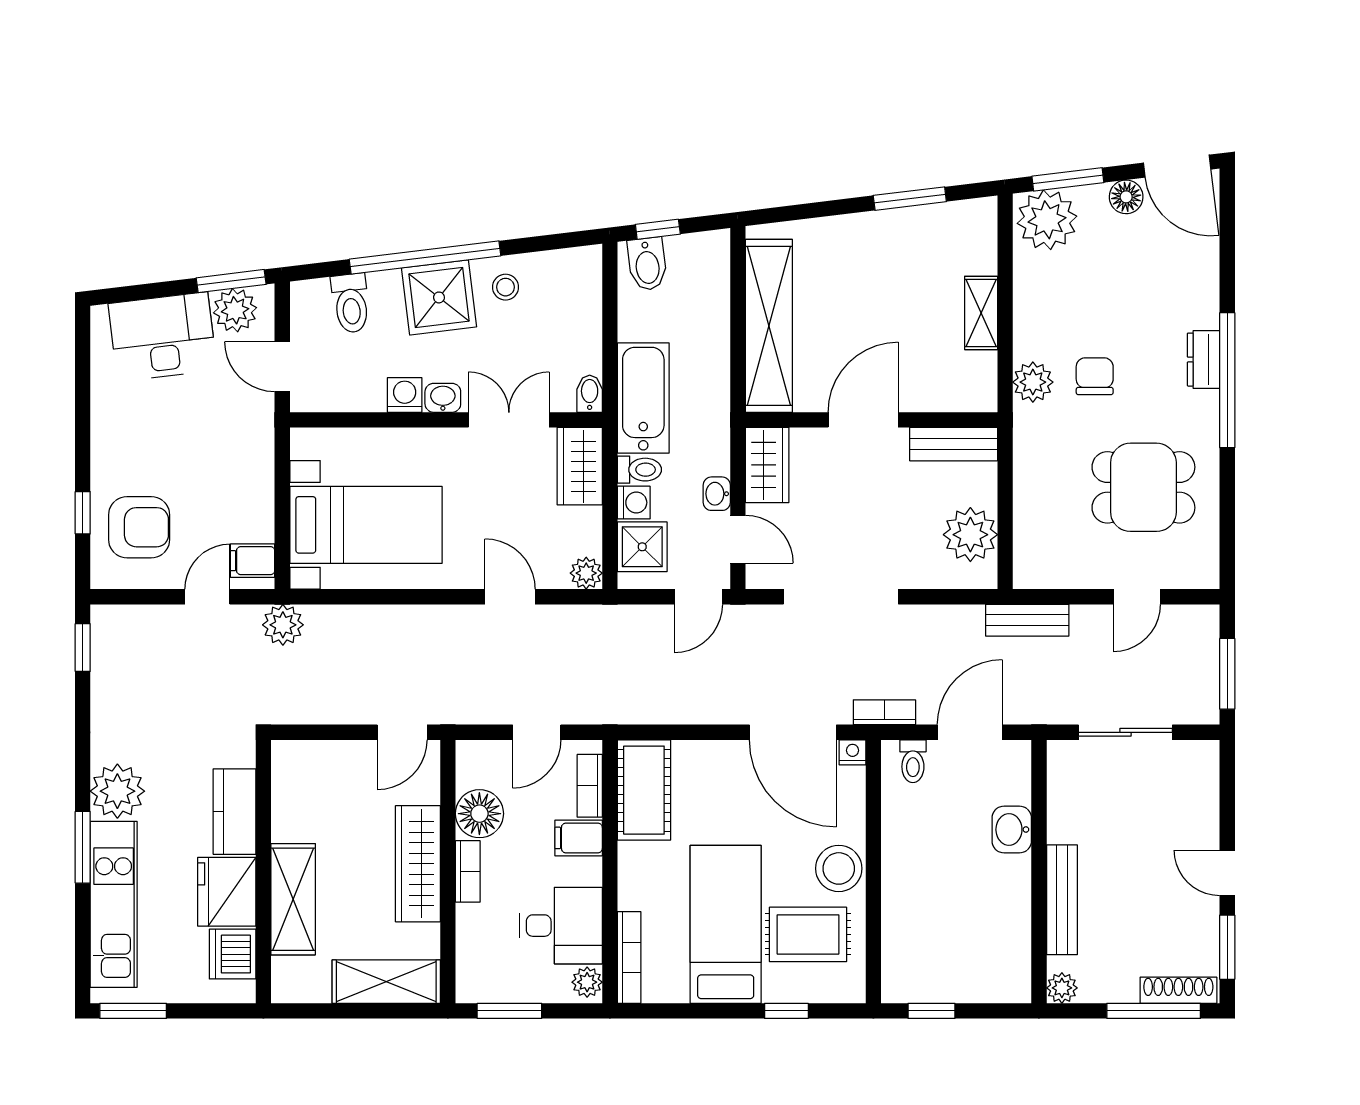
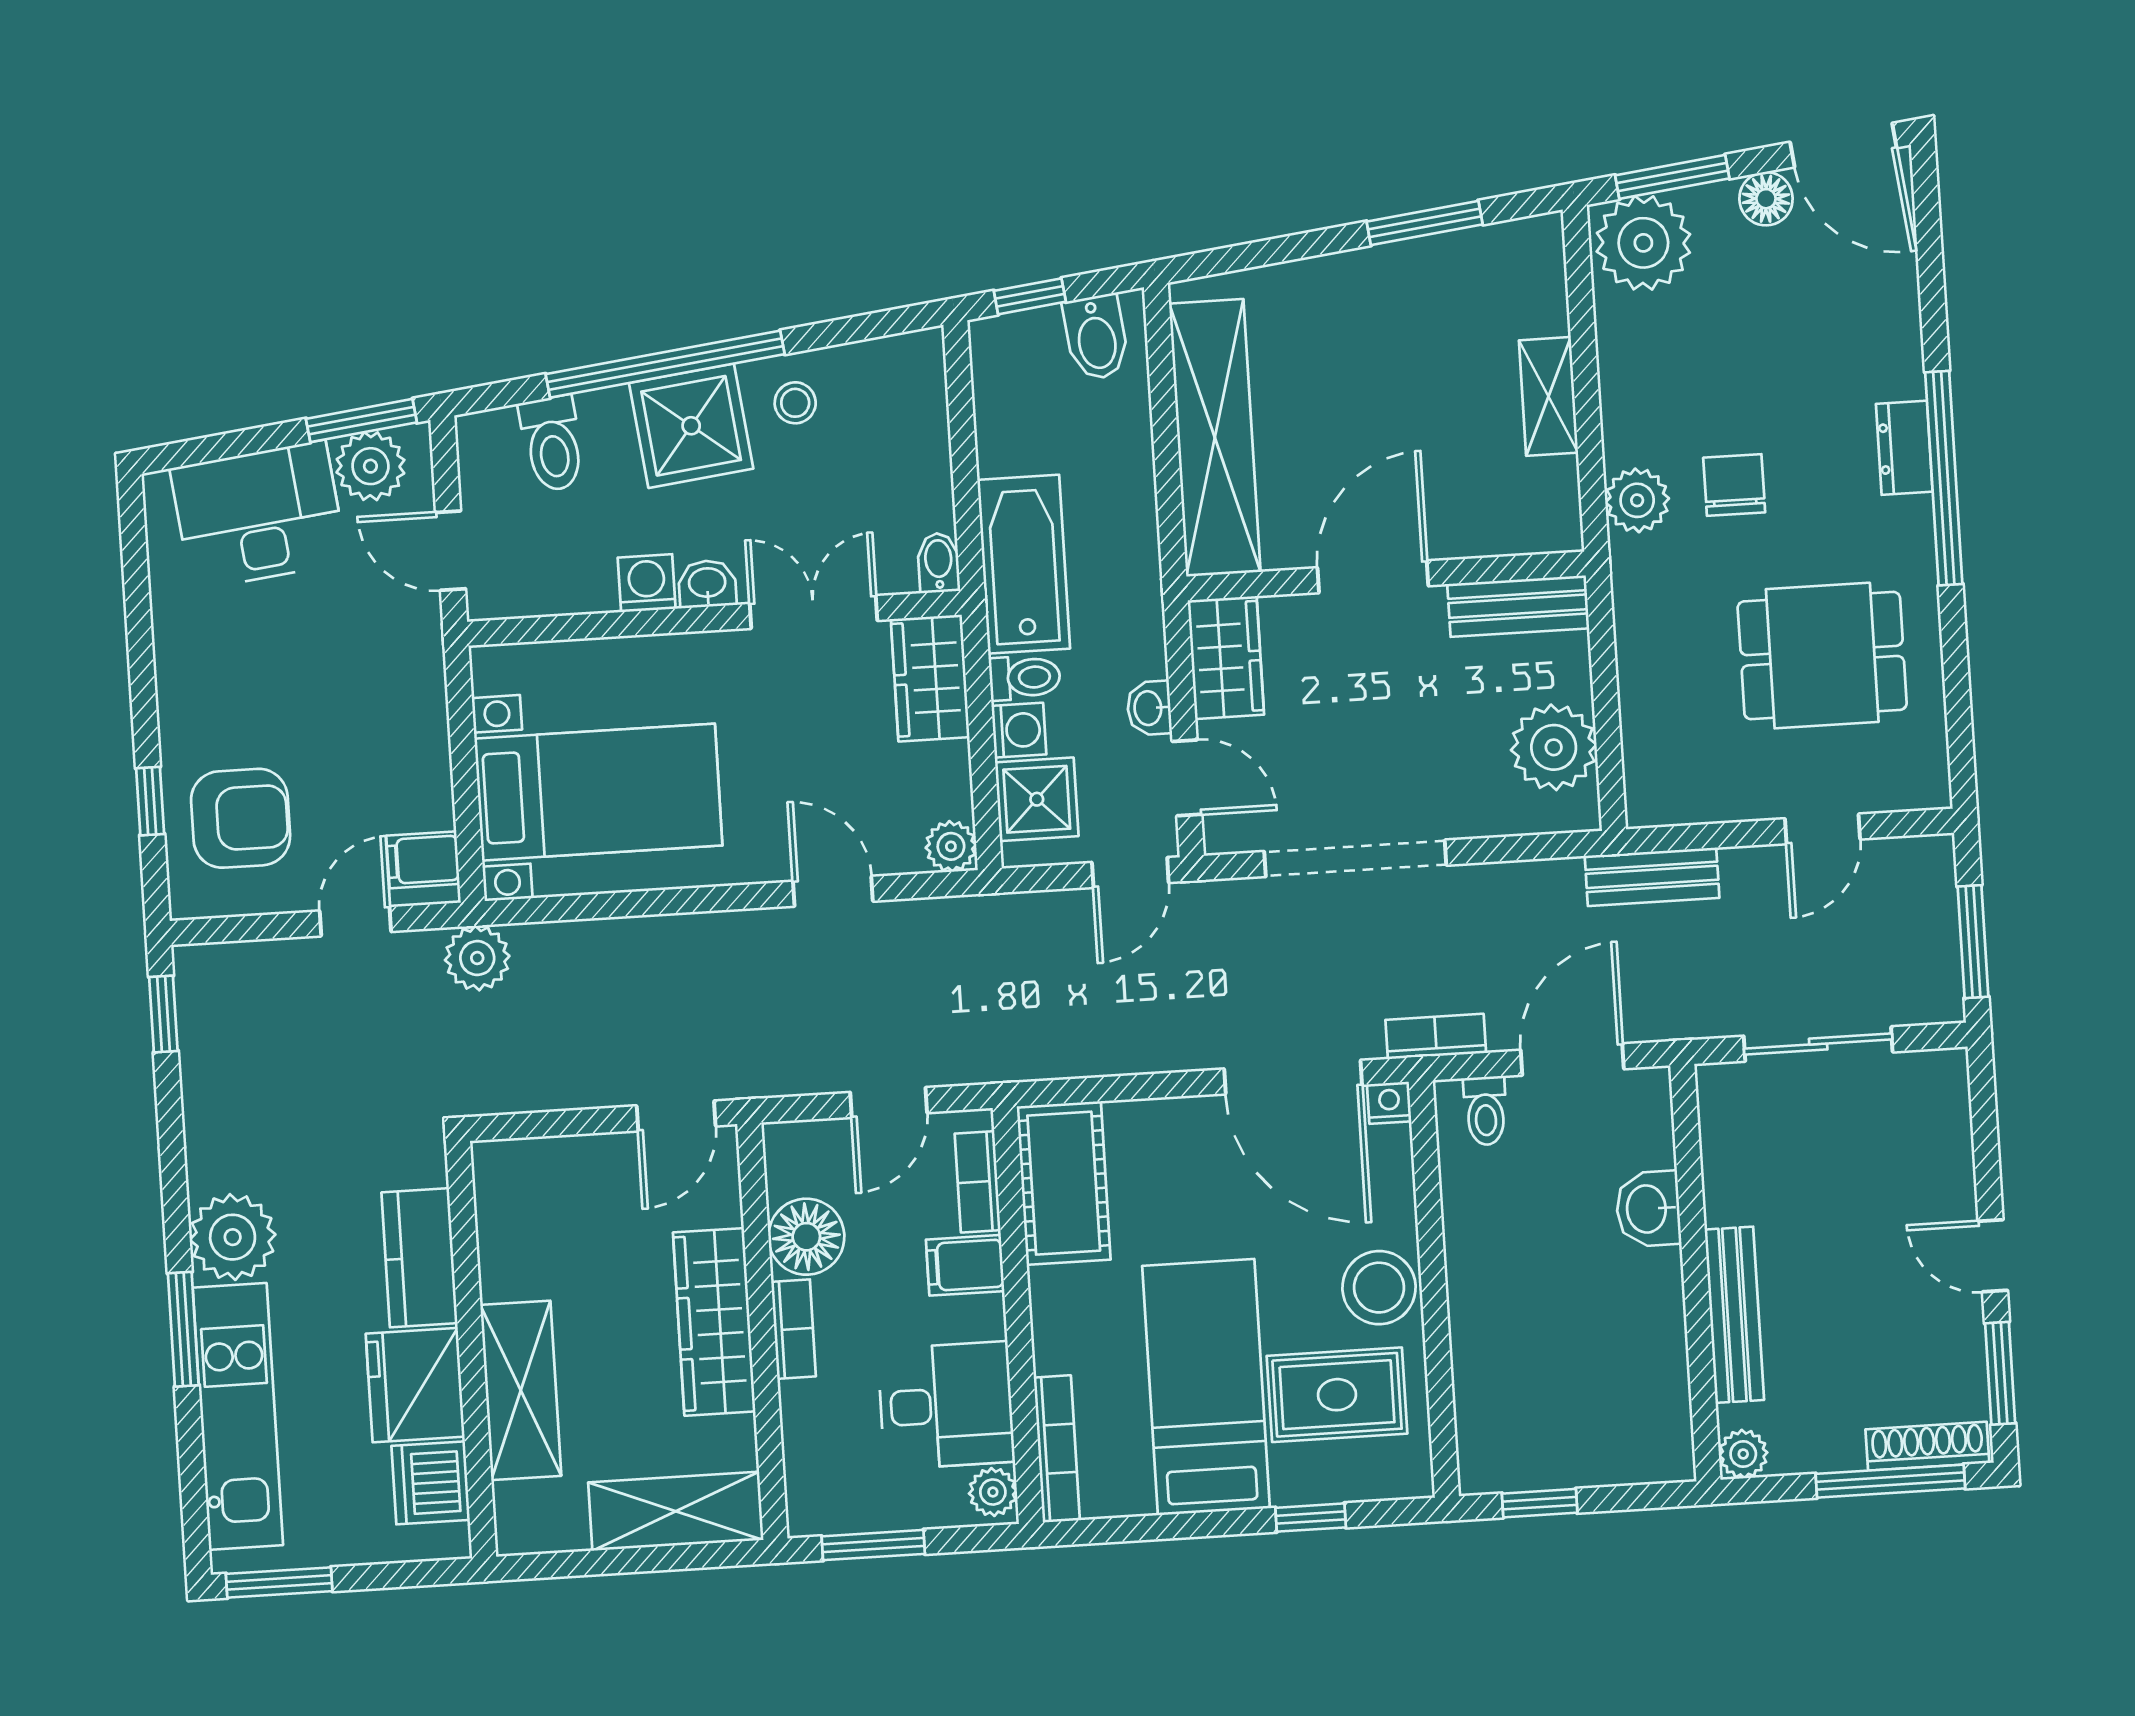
bidet: (647, 264) -> (1096, 337), moved

